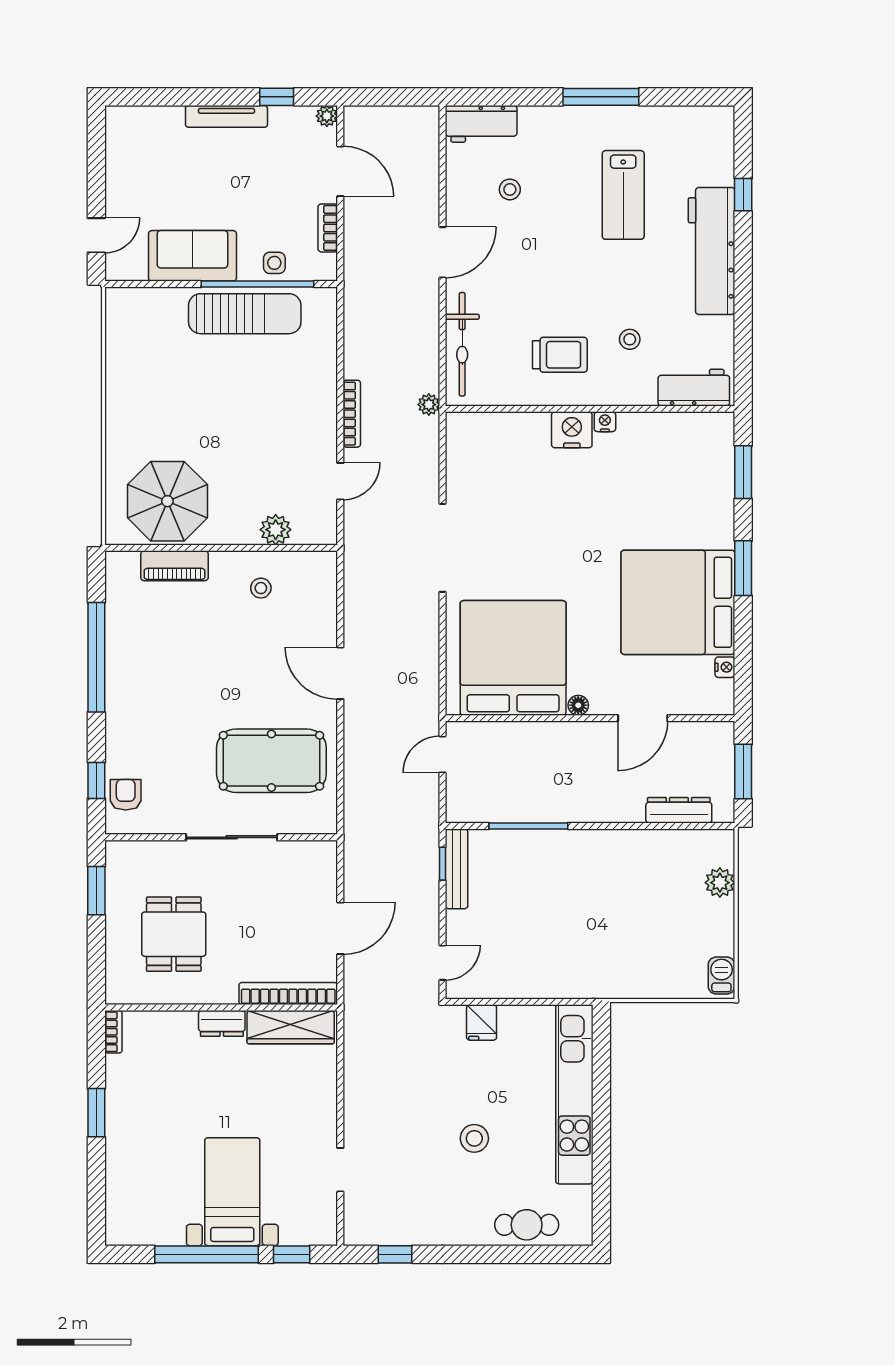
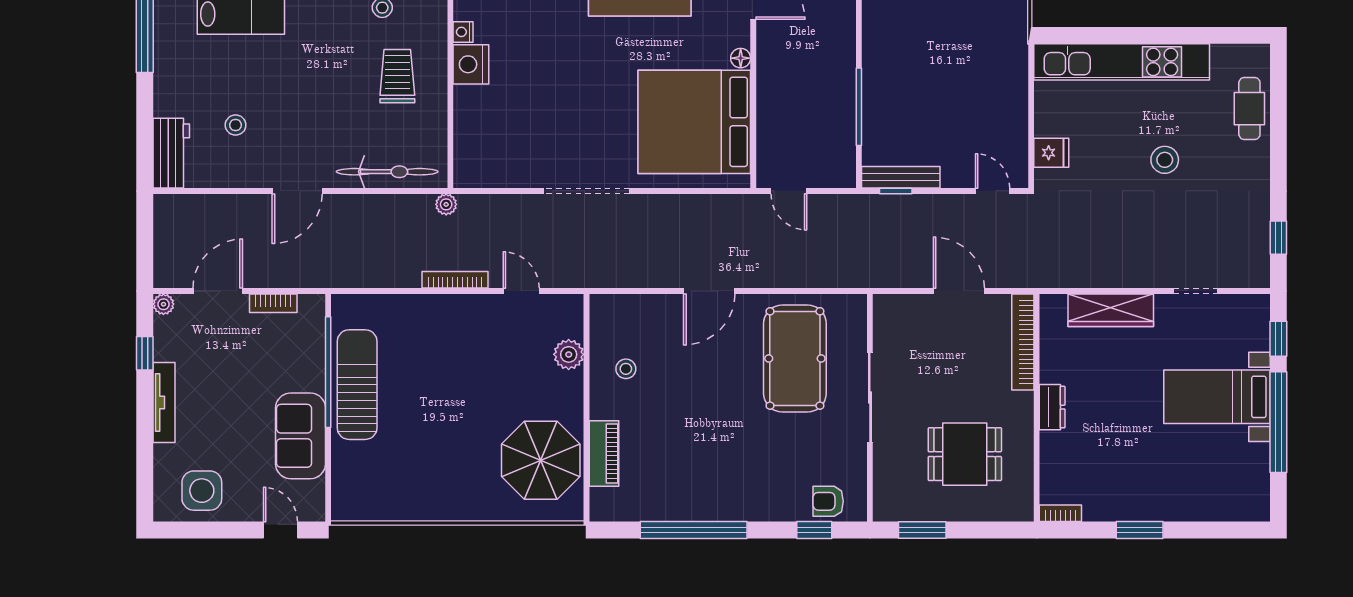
door: (442, 252) -> (297, 191), swing flipped
side table: (274, 263) -> (202, 491), moved, width x1.87, depth x1.87
wardrobe: (291, 1027) -> (1111, 310), moved, turned 90

